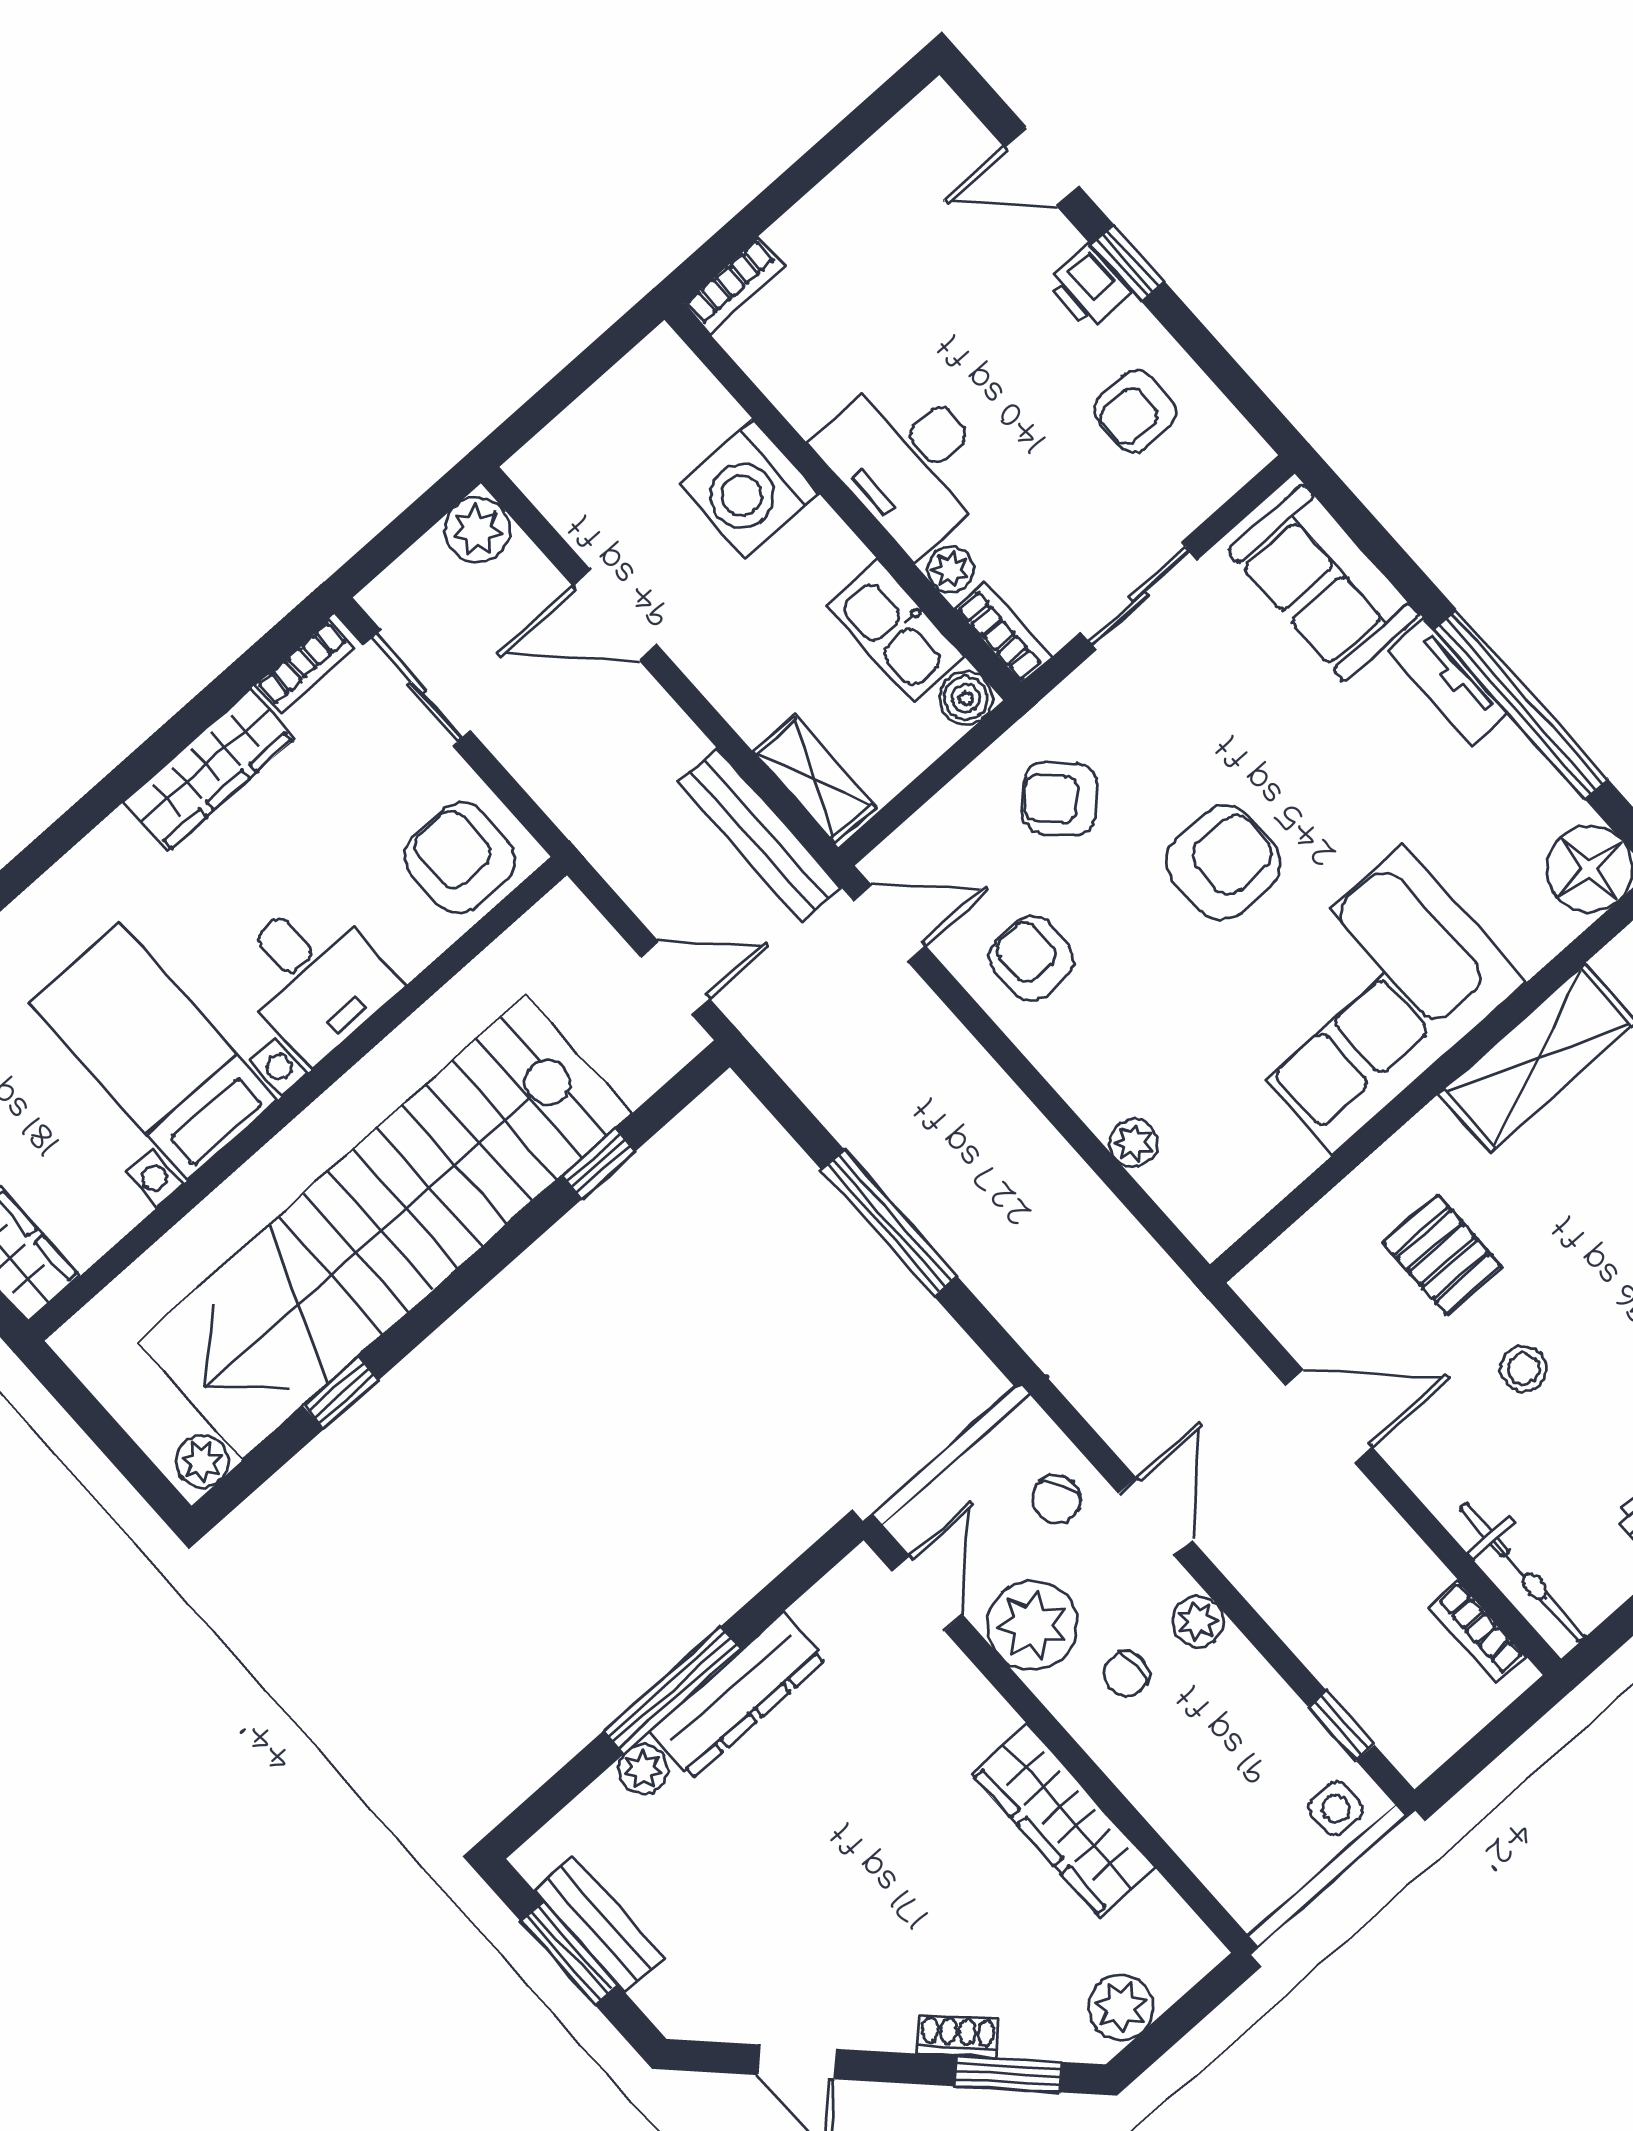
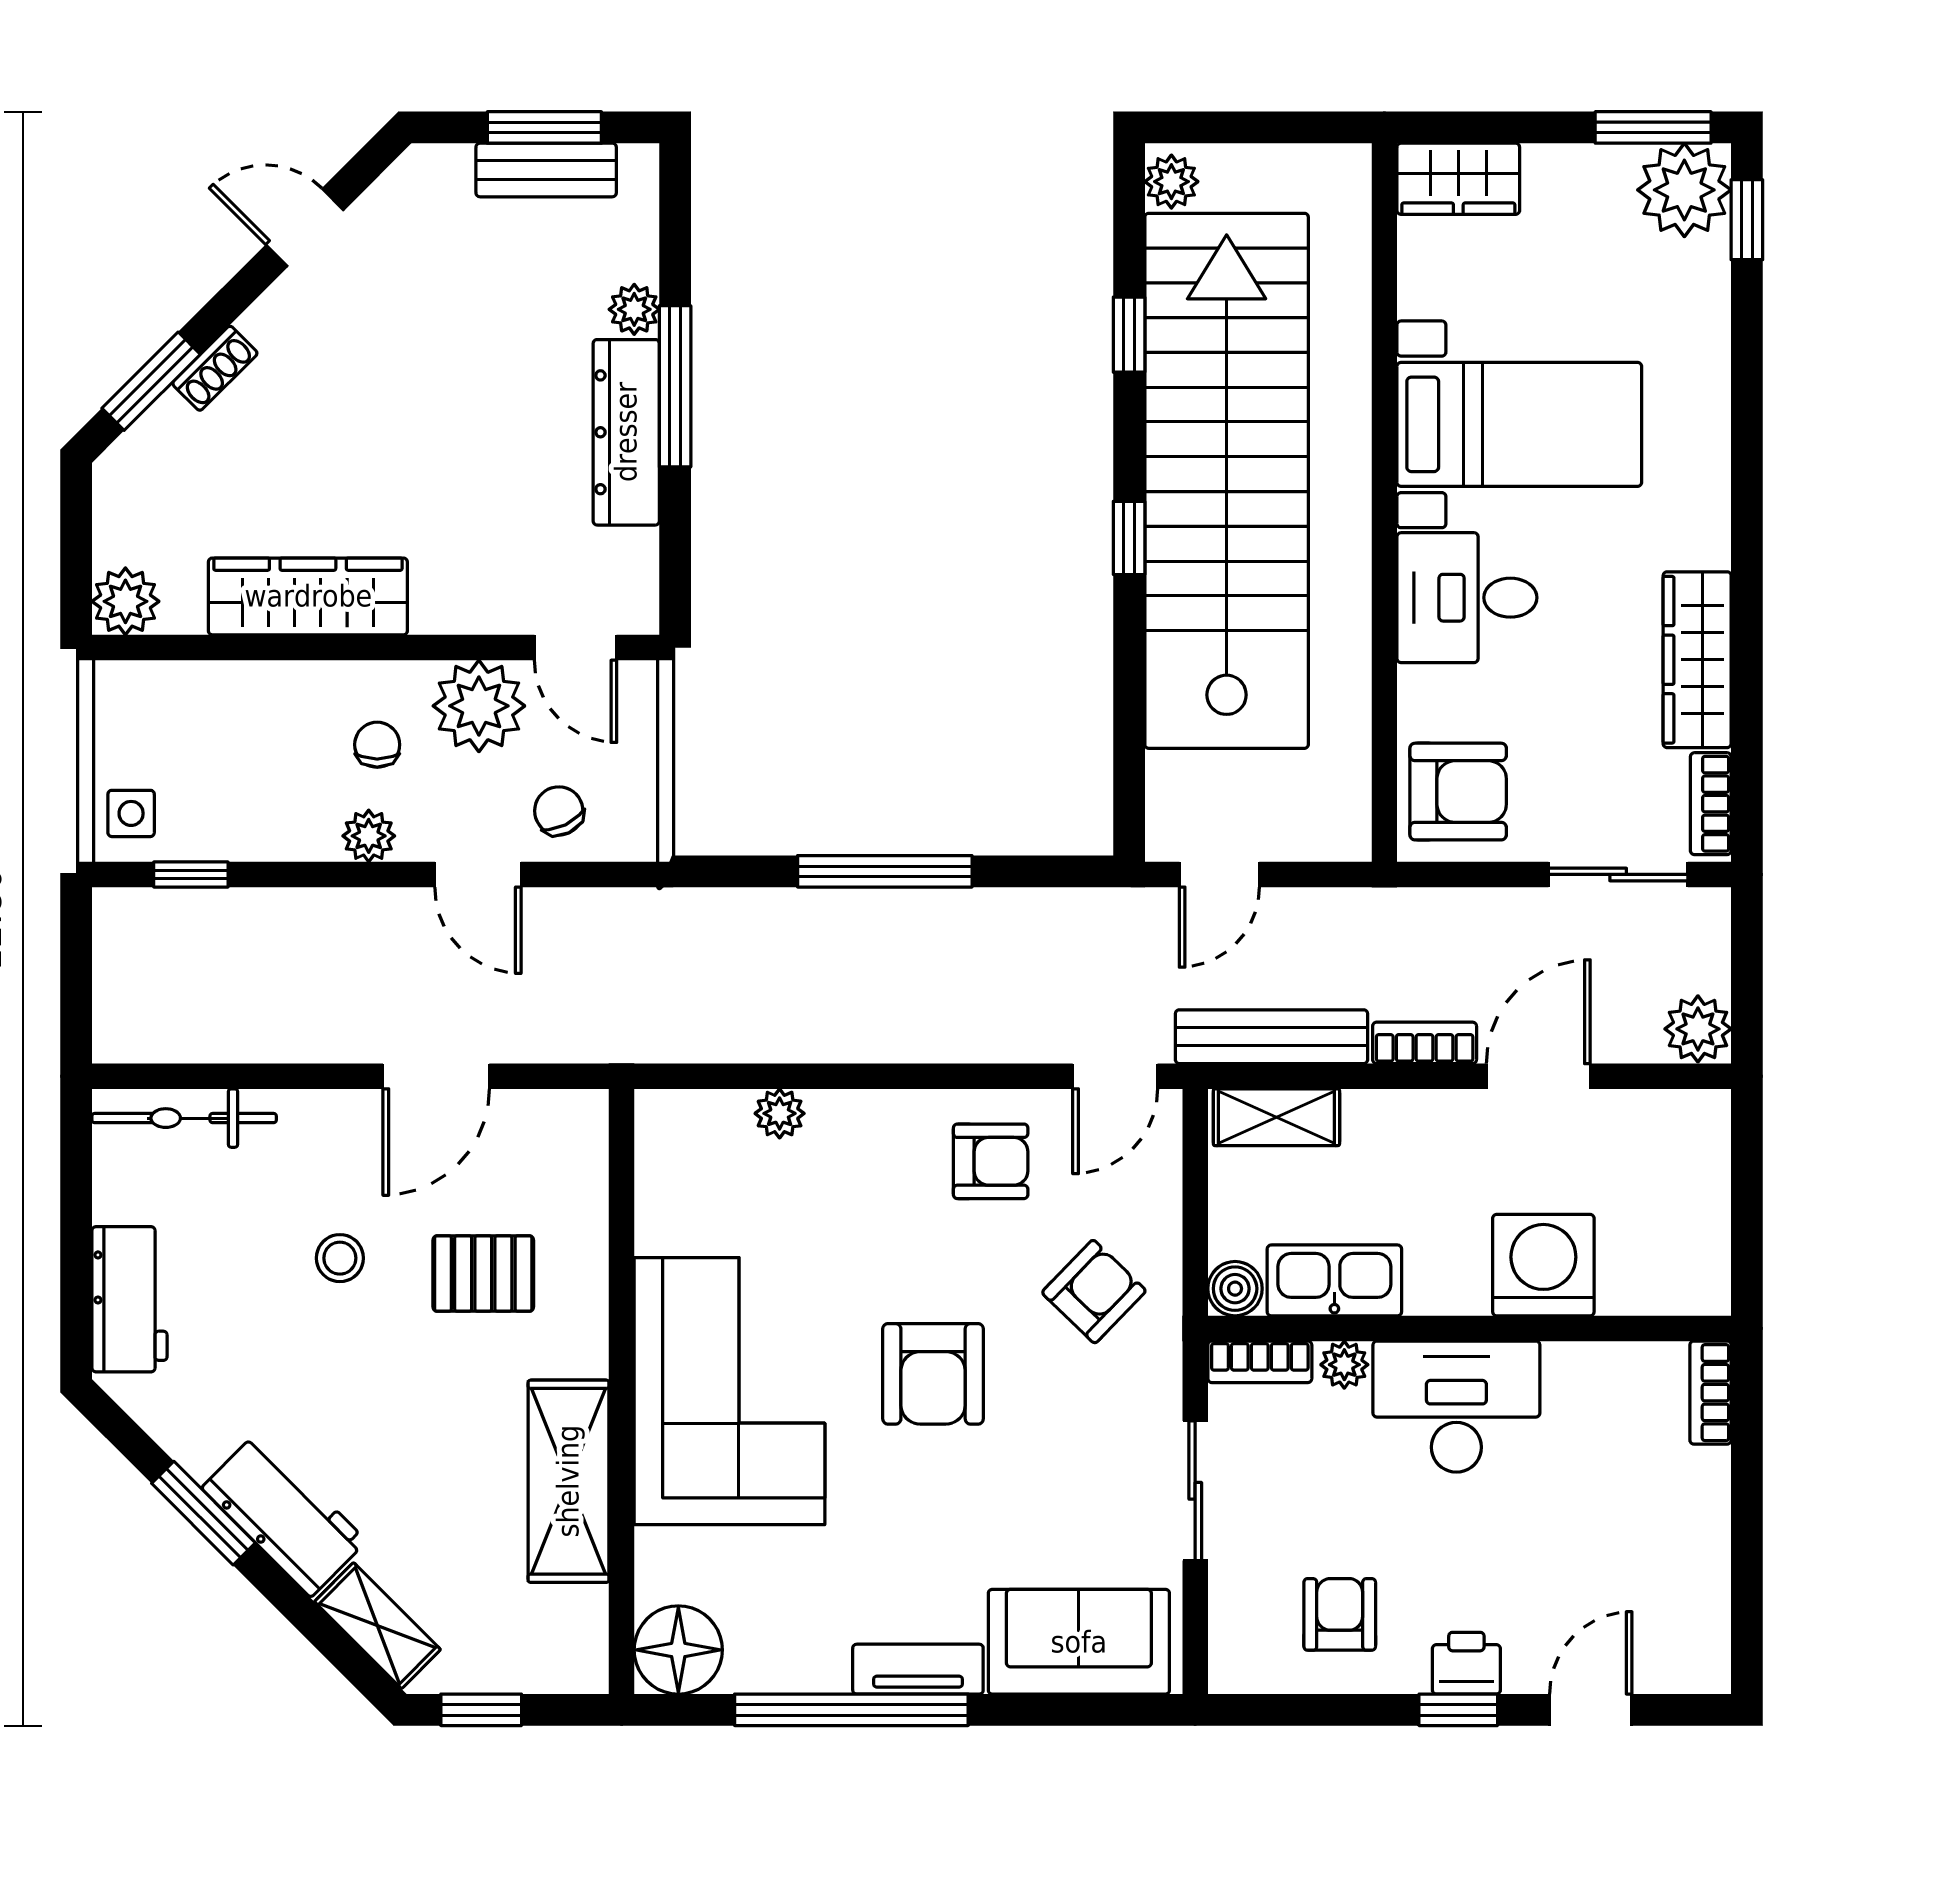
window: (598, 1164) -> (1129, 538), moved
bookcase: (1477, 1632) -> (1425, 1043), moved
plant: (1121, 2007) -> (125, 601), moved

